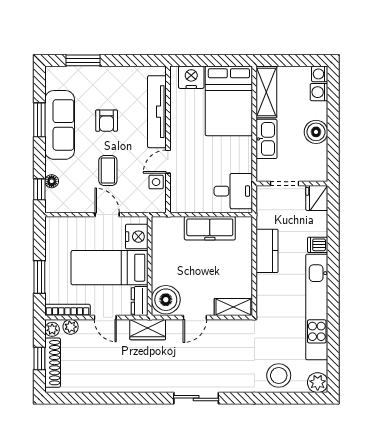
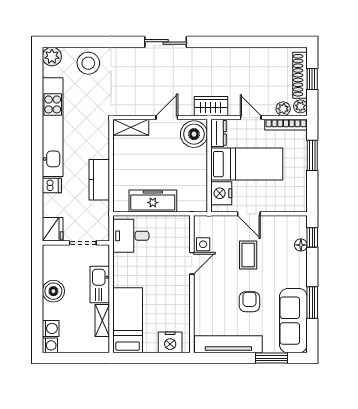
shelving: (266, 92) -> (102, 320), width x0.67, depth x0.75
bed: (229, 101) -> (128, 320), width x0.67
tv unit: (157, 112) -> (228, 344), moved, turned -90
sofa: (60, 125) -> (293, 321), moved

